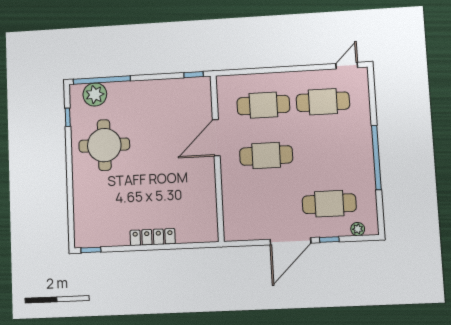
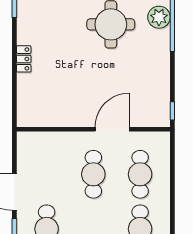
door: (216, 138) -> (112, 129), hinge flipped
locker: (153, 237) -> (24, 59), width x0.66

